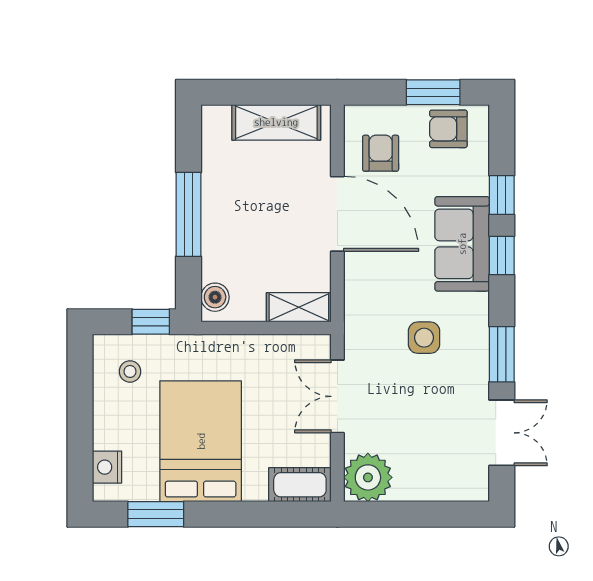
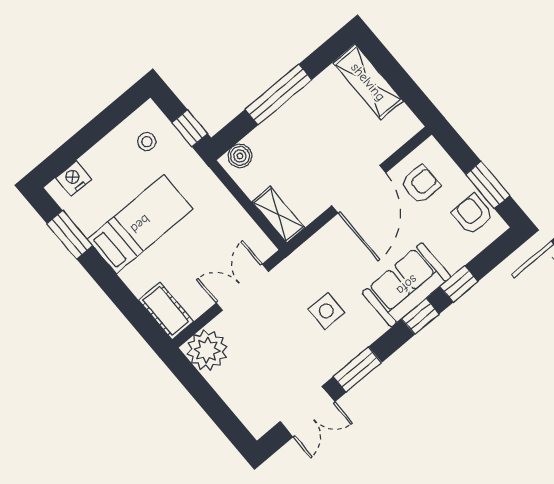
shelving: (276, 122) -> (368, 82), moved
bed: (201, 441) -> (140, 224), width x0.67

